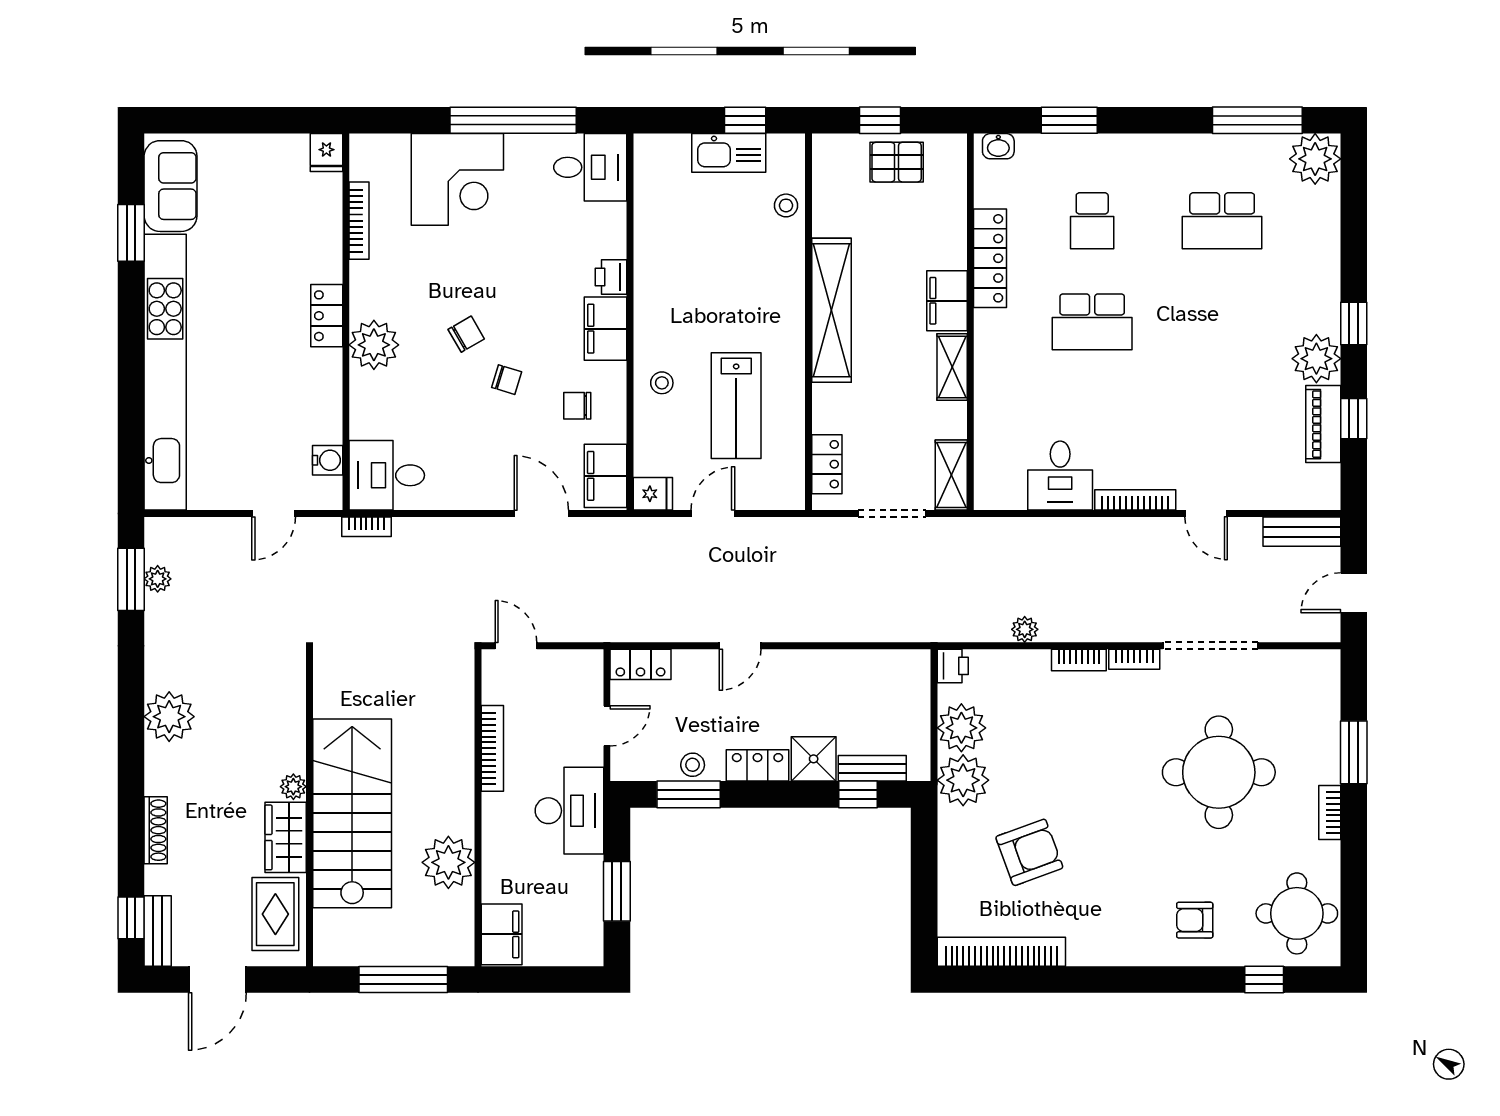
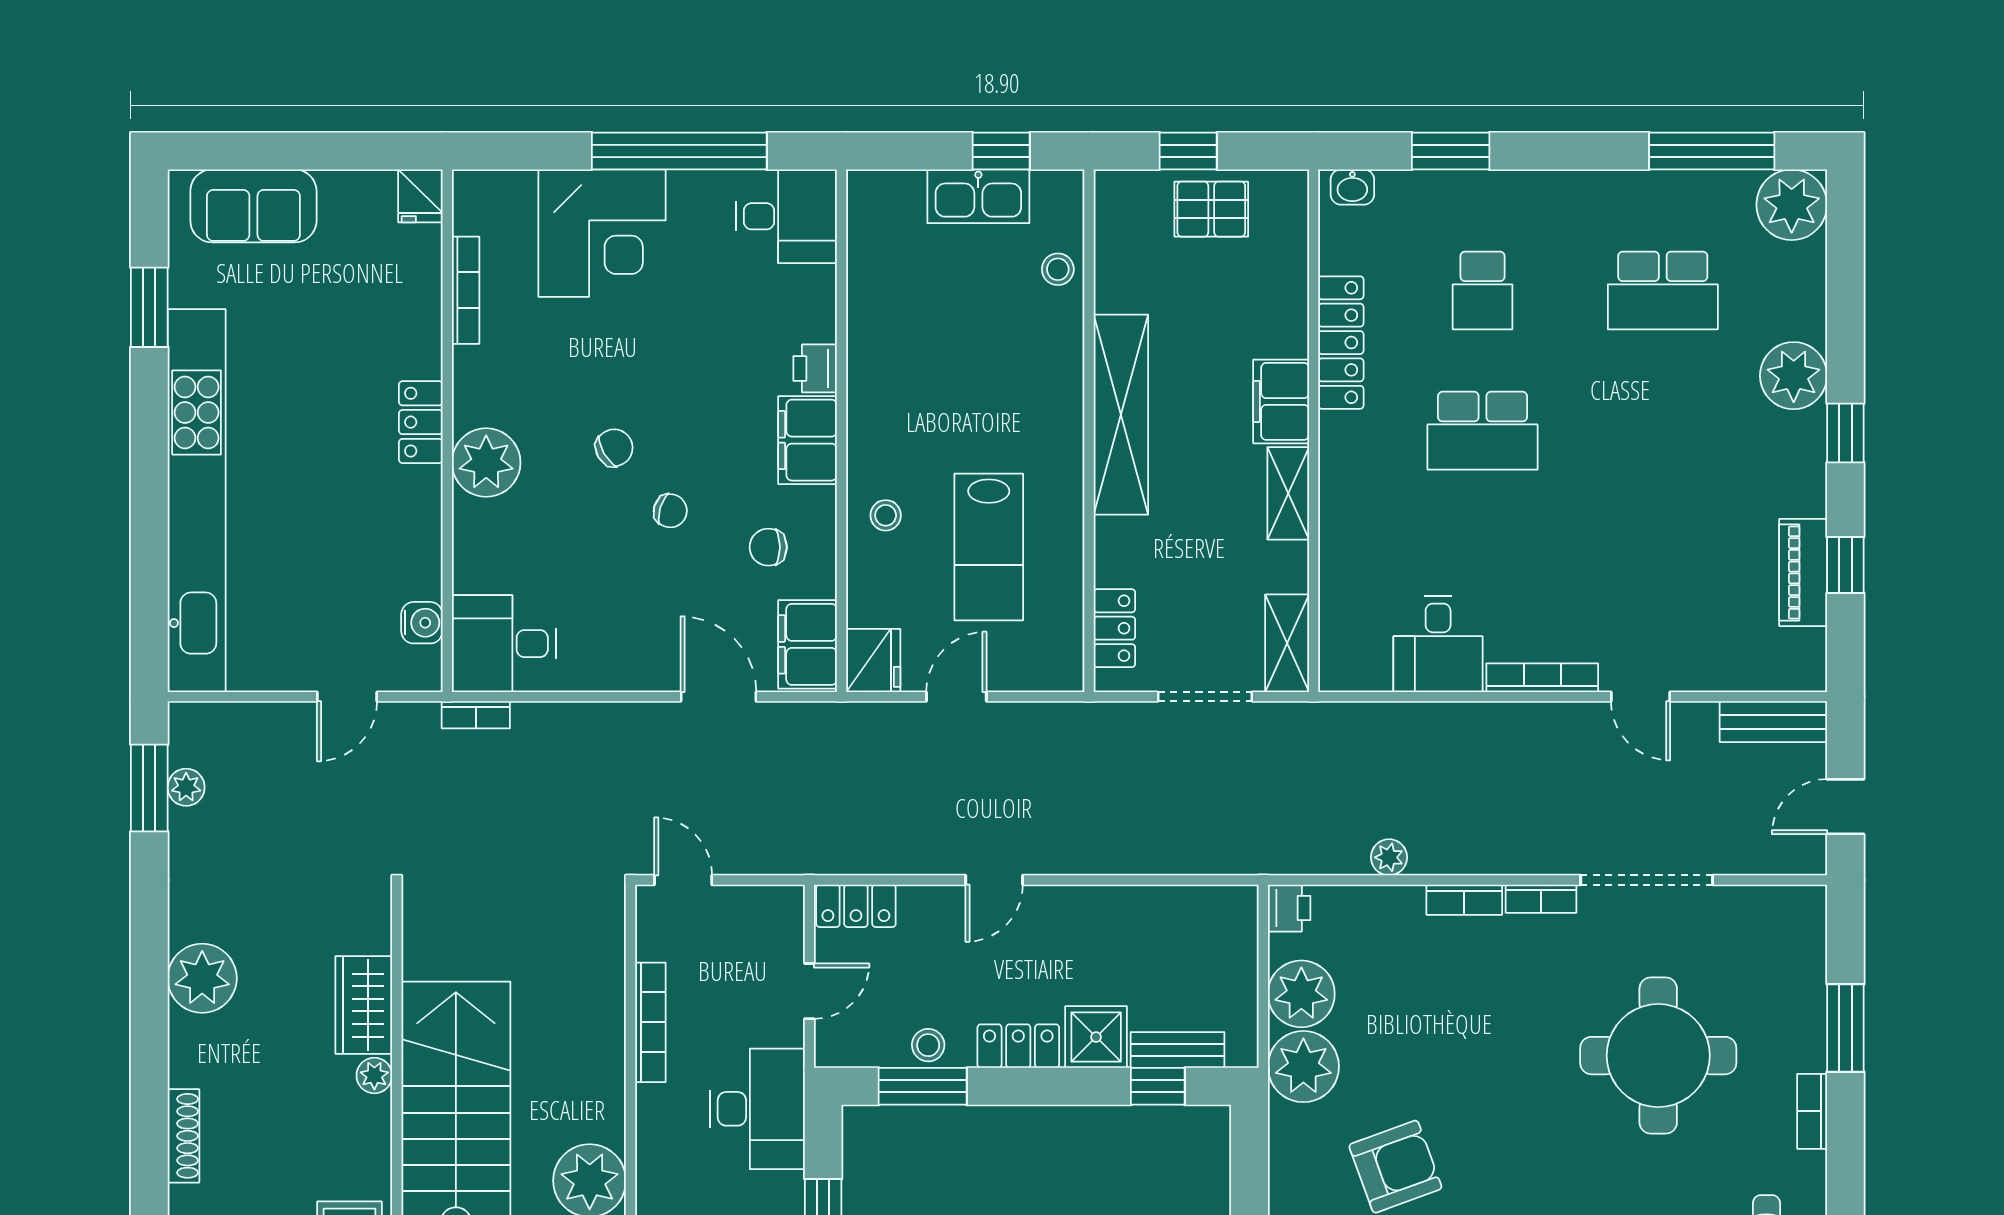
sofa: (171, 186) -> (253, 206), moved, turned 90
plant: (1316, 359) -> (1794, 376), moved
fridge: (653, 494) -> (873, 661), width x1.38
wardrobe: (286, 837) -> (364, 1005), moved

